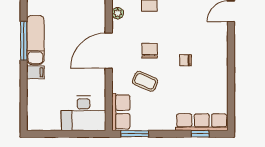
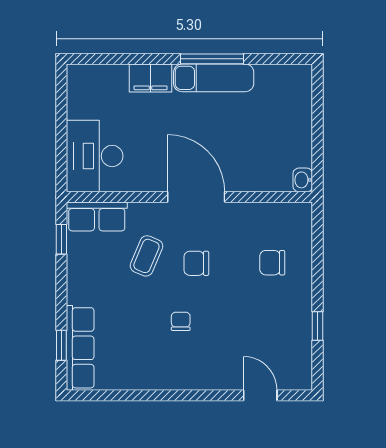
plant: (118, 13) -> (257, 211), removed
chair: (150, 51) -> (196, 263), turned 180
filing cabinet: (35, 72) -> (151, 78), width x2.00
window: (135, 134) -> (61, 239), width x0.67

